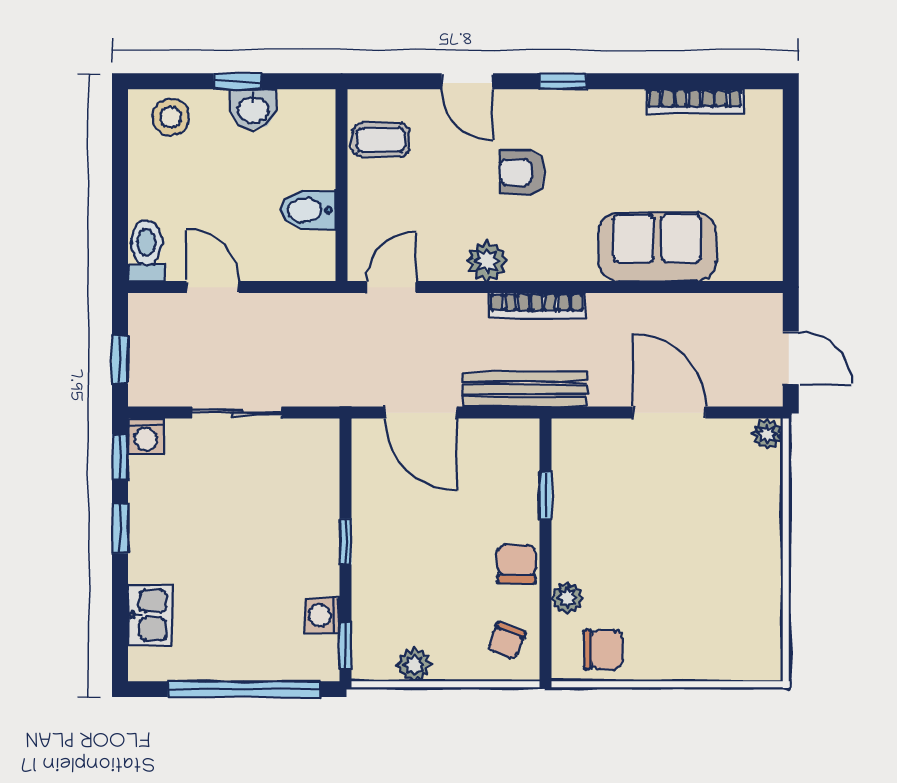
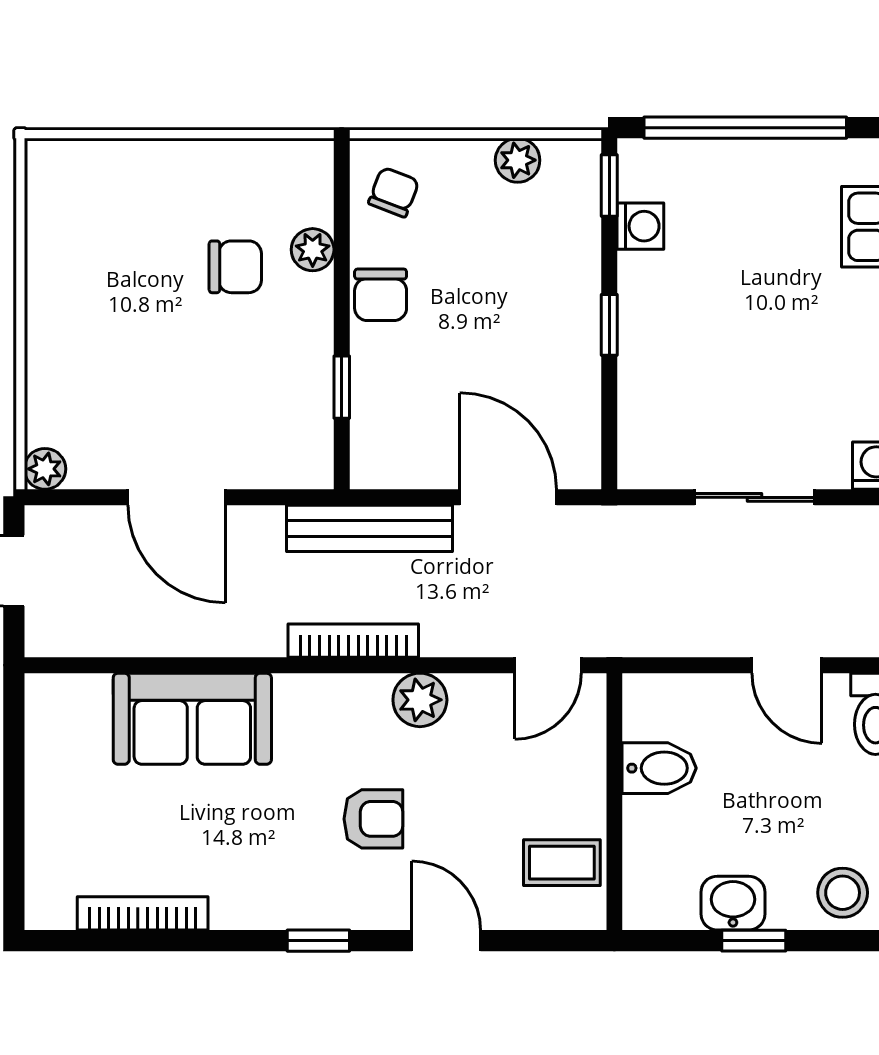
chair: (603, 650) -> (235, 267), moved, turned 180

